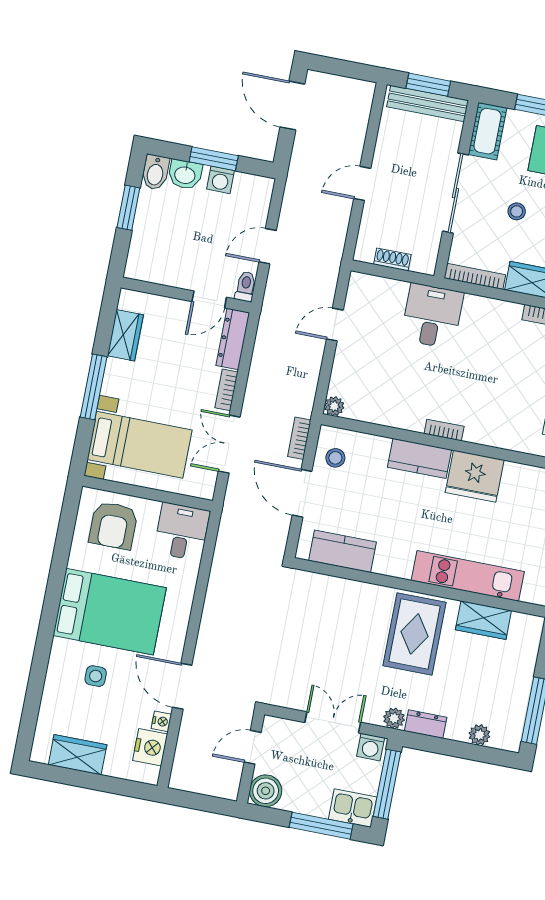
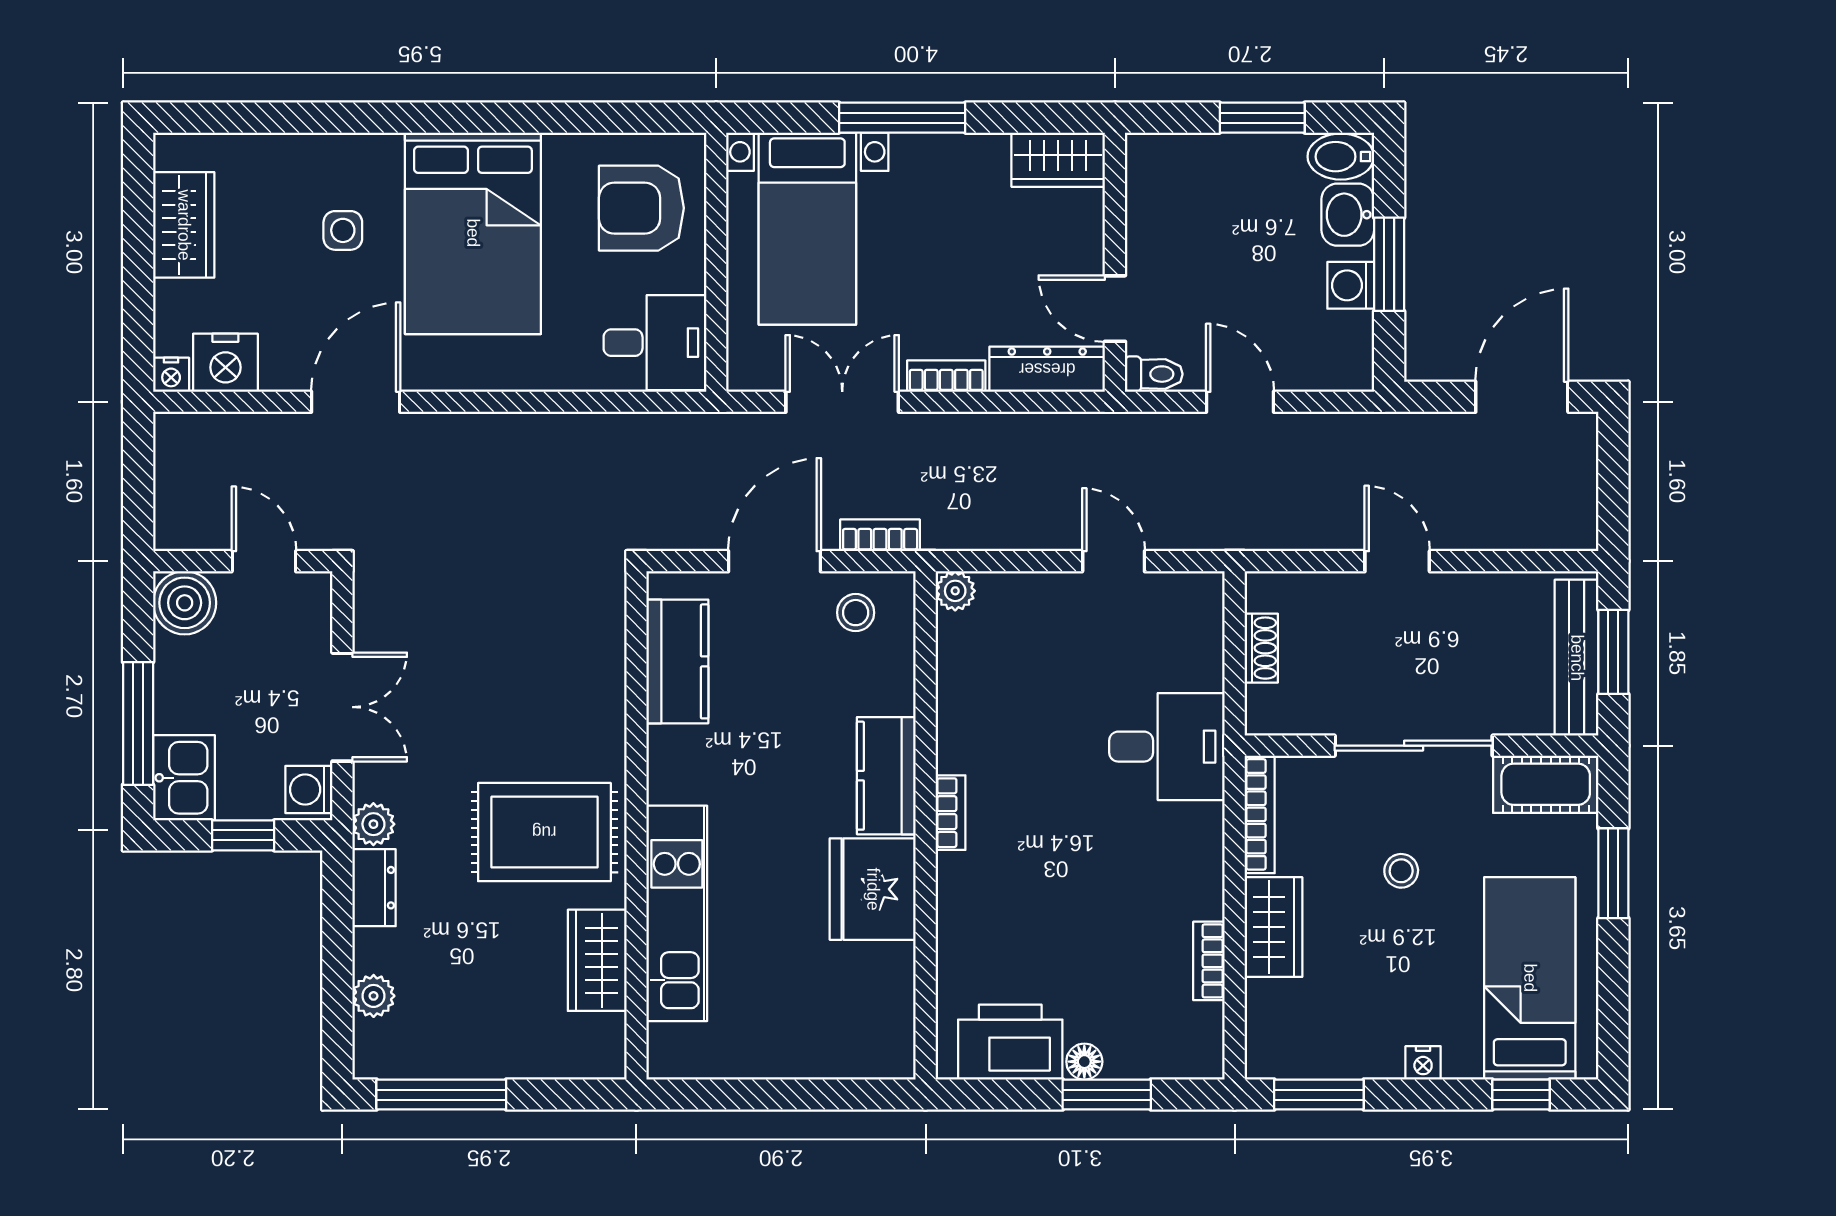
wardrobe: (125, 335) -> (1058, 160), moved
nightstand: (161, 721) -> (171, 375), moved
window: (387, 784) -> (243, 835), width x0.46

